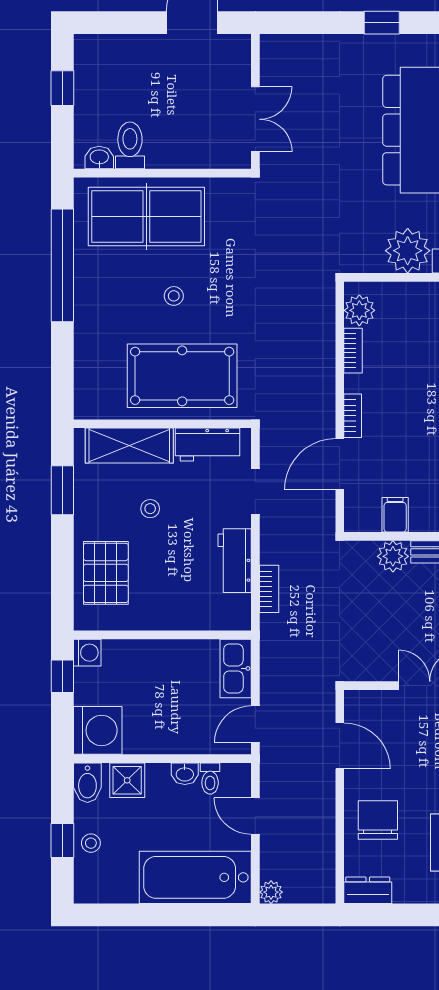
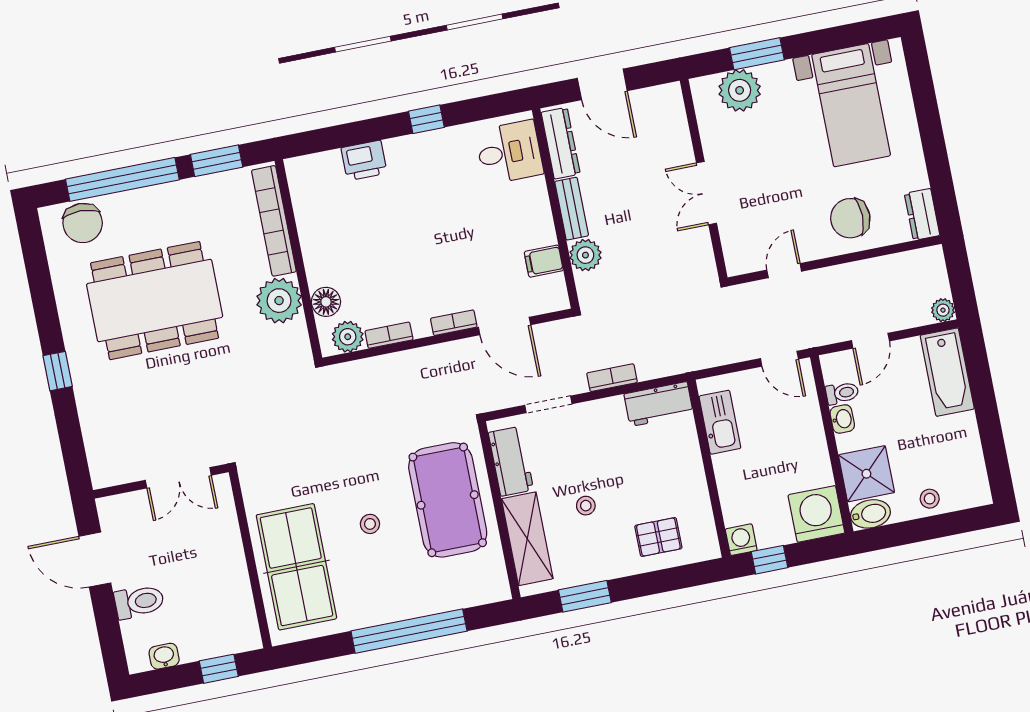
window: (62, 88) -> (219, 669), moved
double door: (255, 119) -> (178, 478), swing flipped
toilet: (130, 145) -> (139, 602), moved, turned 180
washbasin: (99, 158) -> (164, 656), moved, turned 90
window: (62, 265) -> (409, 631), moved
floor lamp: (397, 296) -> (326, 302), added
workbench: (235, 561) -> (659, 404), moved
pallet: (106, 573) -> (658, 537), width x0.67, depth x0.71
bookcase: (269, 589) -> (612, 378), moved
kitchen sink: (236, 668) -> (720, 422), moved, turned -90
door: (340, 746) -> (784, 271), width x0.73
shower: (127, 780) -> (866, 474), width x1.36, depth x1.36
window: (62, 840) -> (933, 527), removed
bathtub: (195, 877) -> (947, 372), width x0.73, depth x0.73

